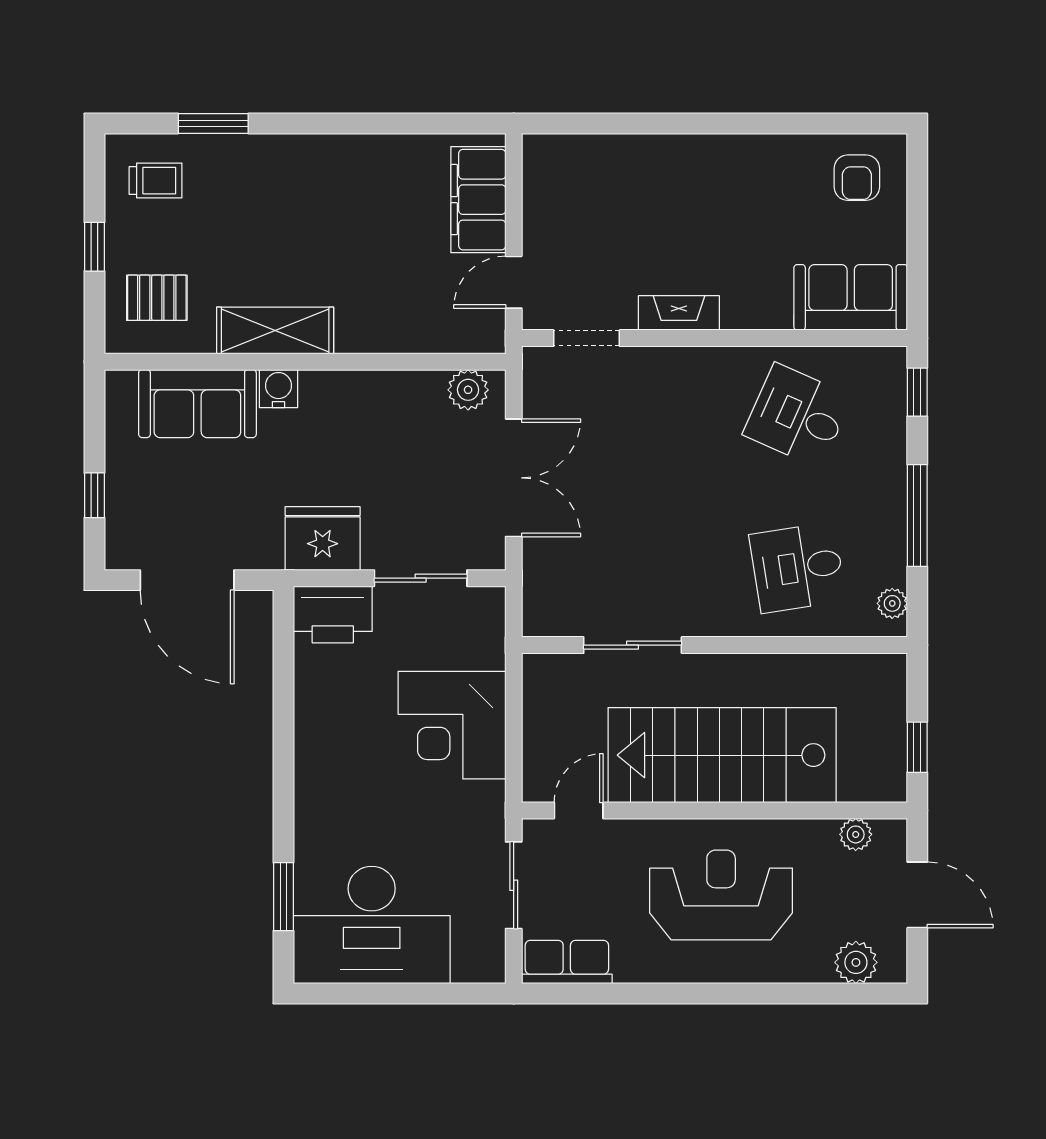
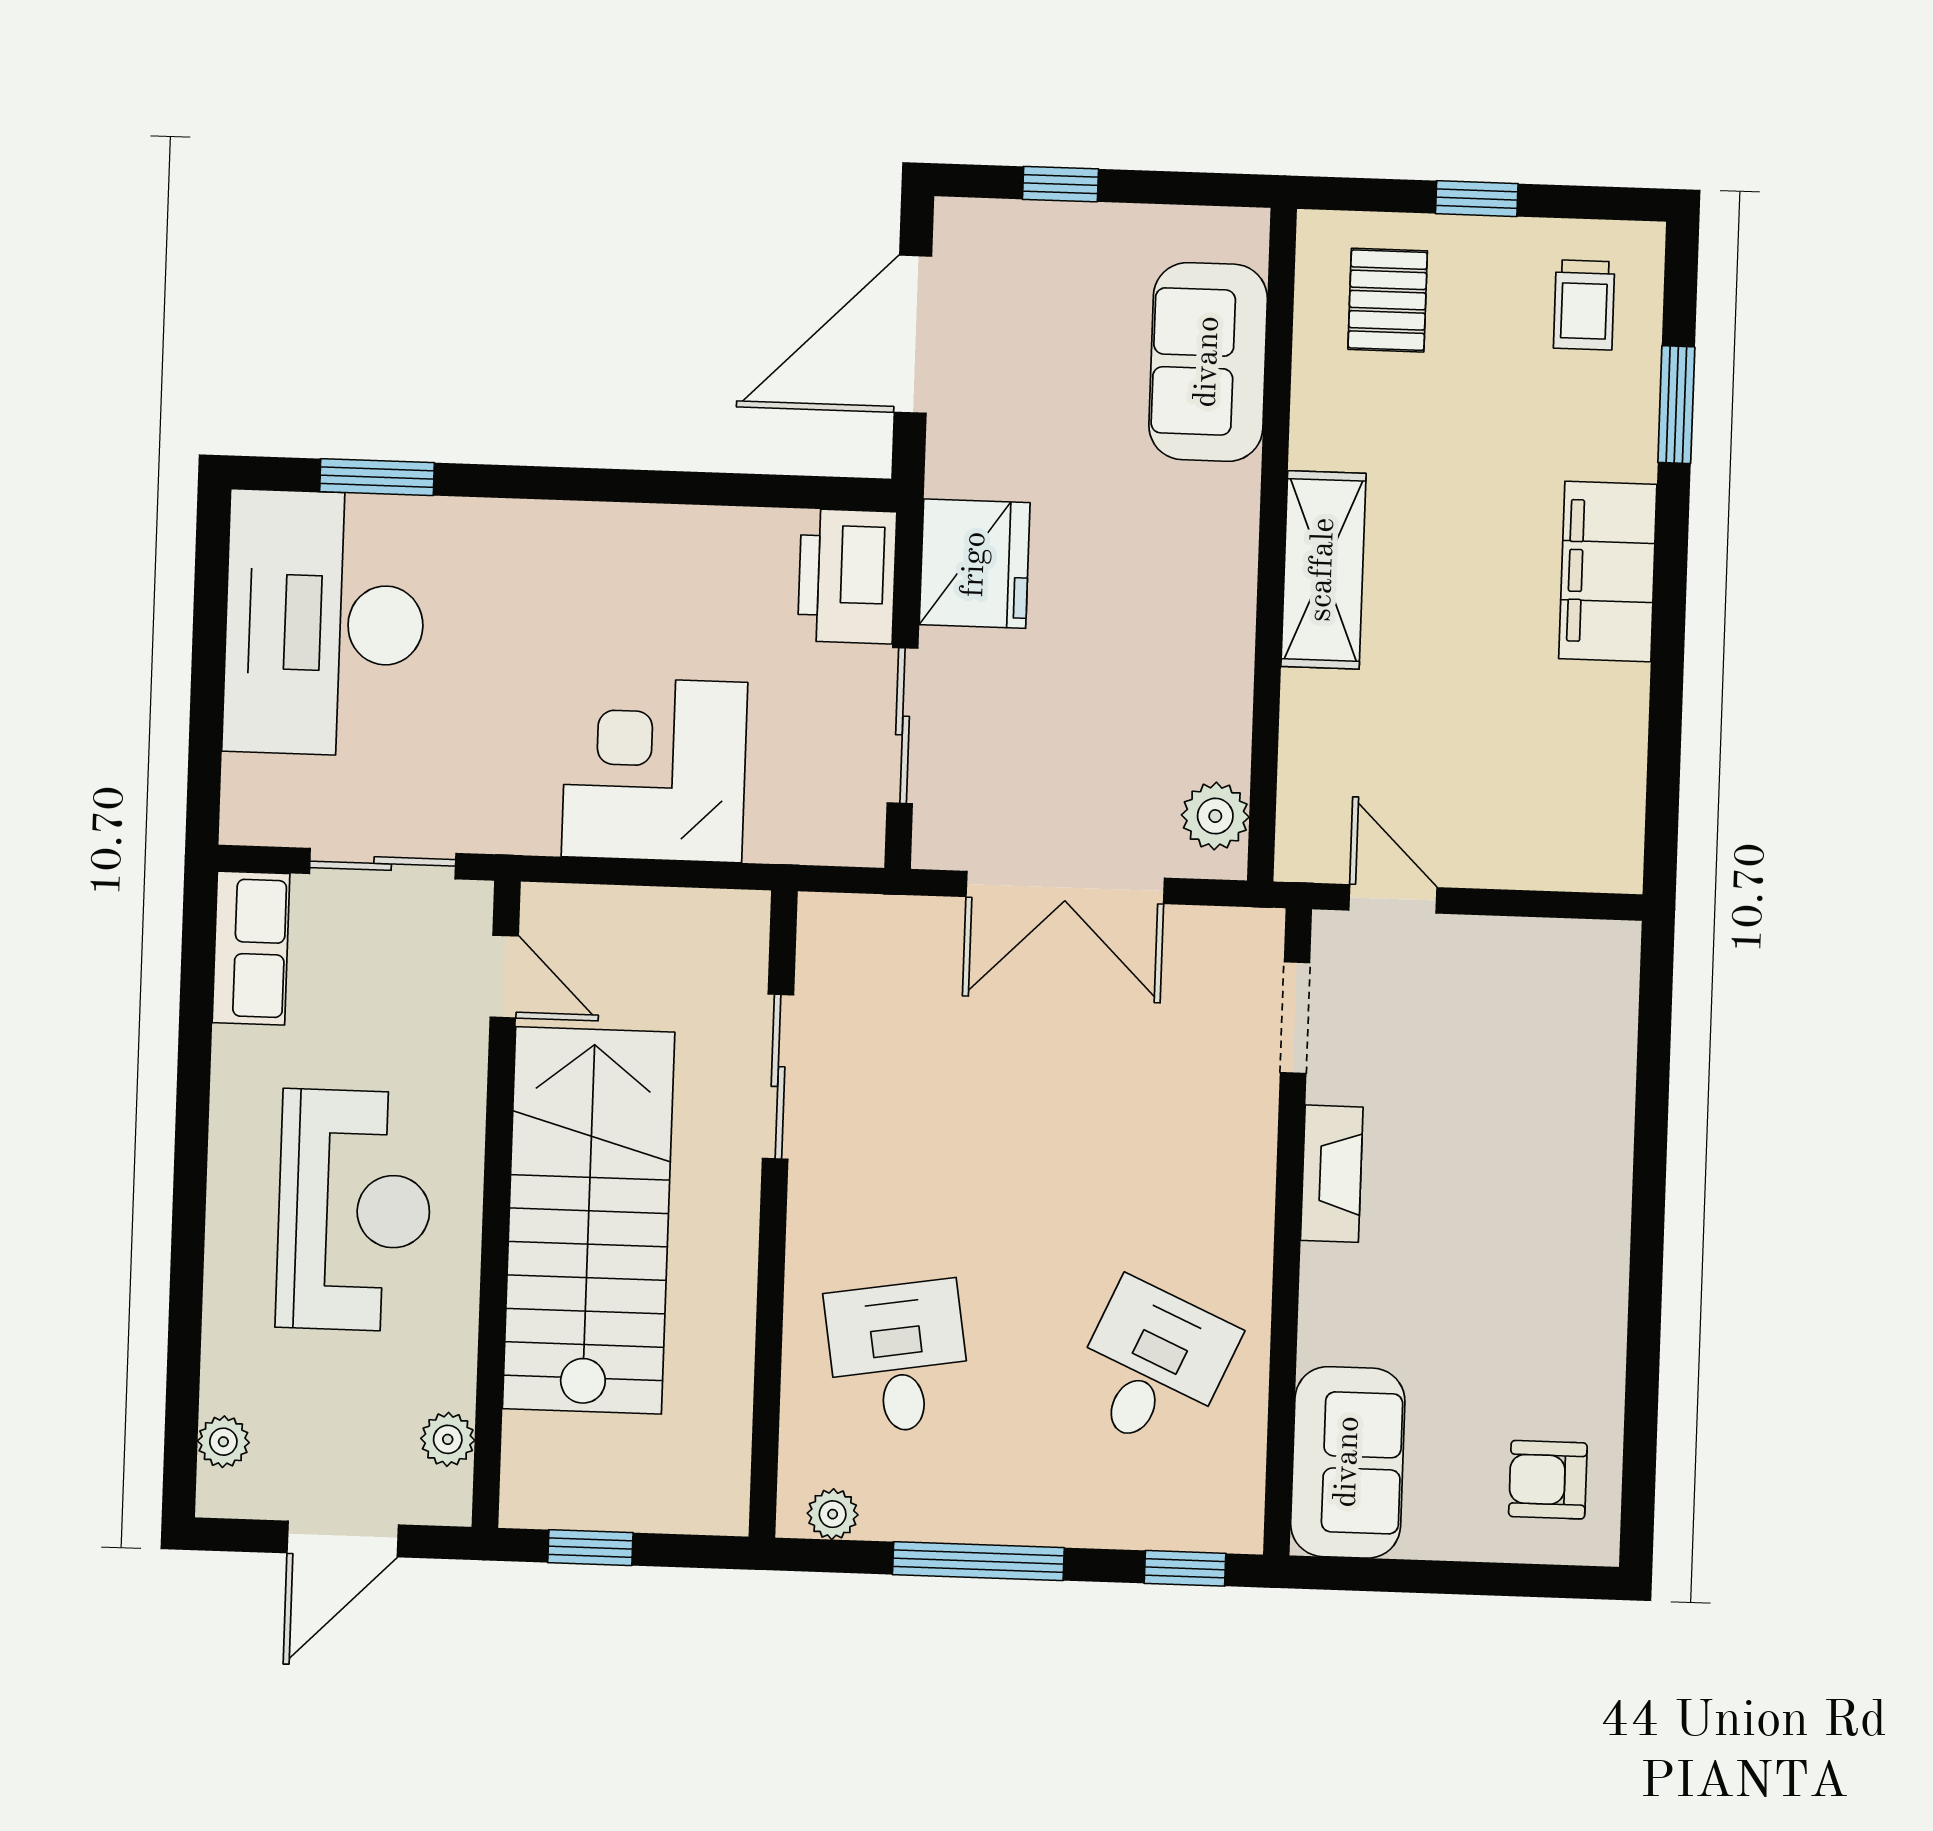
filing cabinet: (478, 200) -> (1608, 572), moved, turned -90
shelving: (275, 330) -> (1323, 570), moved
water cooler: (278, 389) -> (1228, 499), removed
plant: (856, 962) -> (223, 1442), width x0.73, depth x0.73

